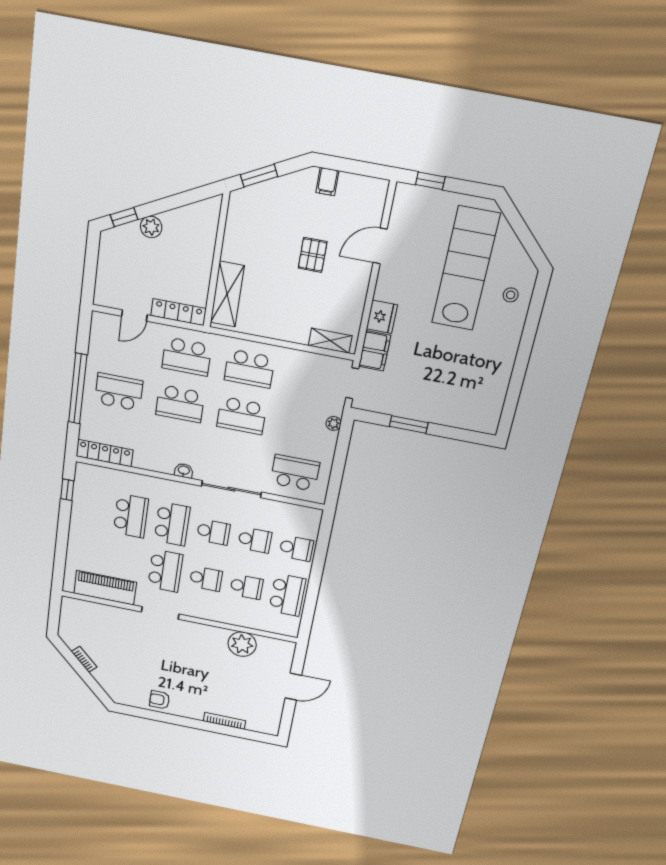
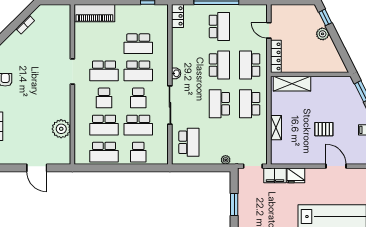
shelving: (330, 341) -> (276, 128), moved
school desk: (180, 404) -> (219, 65), turned 180
locker: (105, 453) -> (178, 16), width x0.66
school desk: (255, 540) -> (138, 125), width x1.85
school desk: (246, 587) -> (104, 125), width x1.85
piano: (105, 588) -> (94, 13), moved, turned 90

